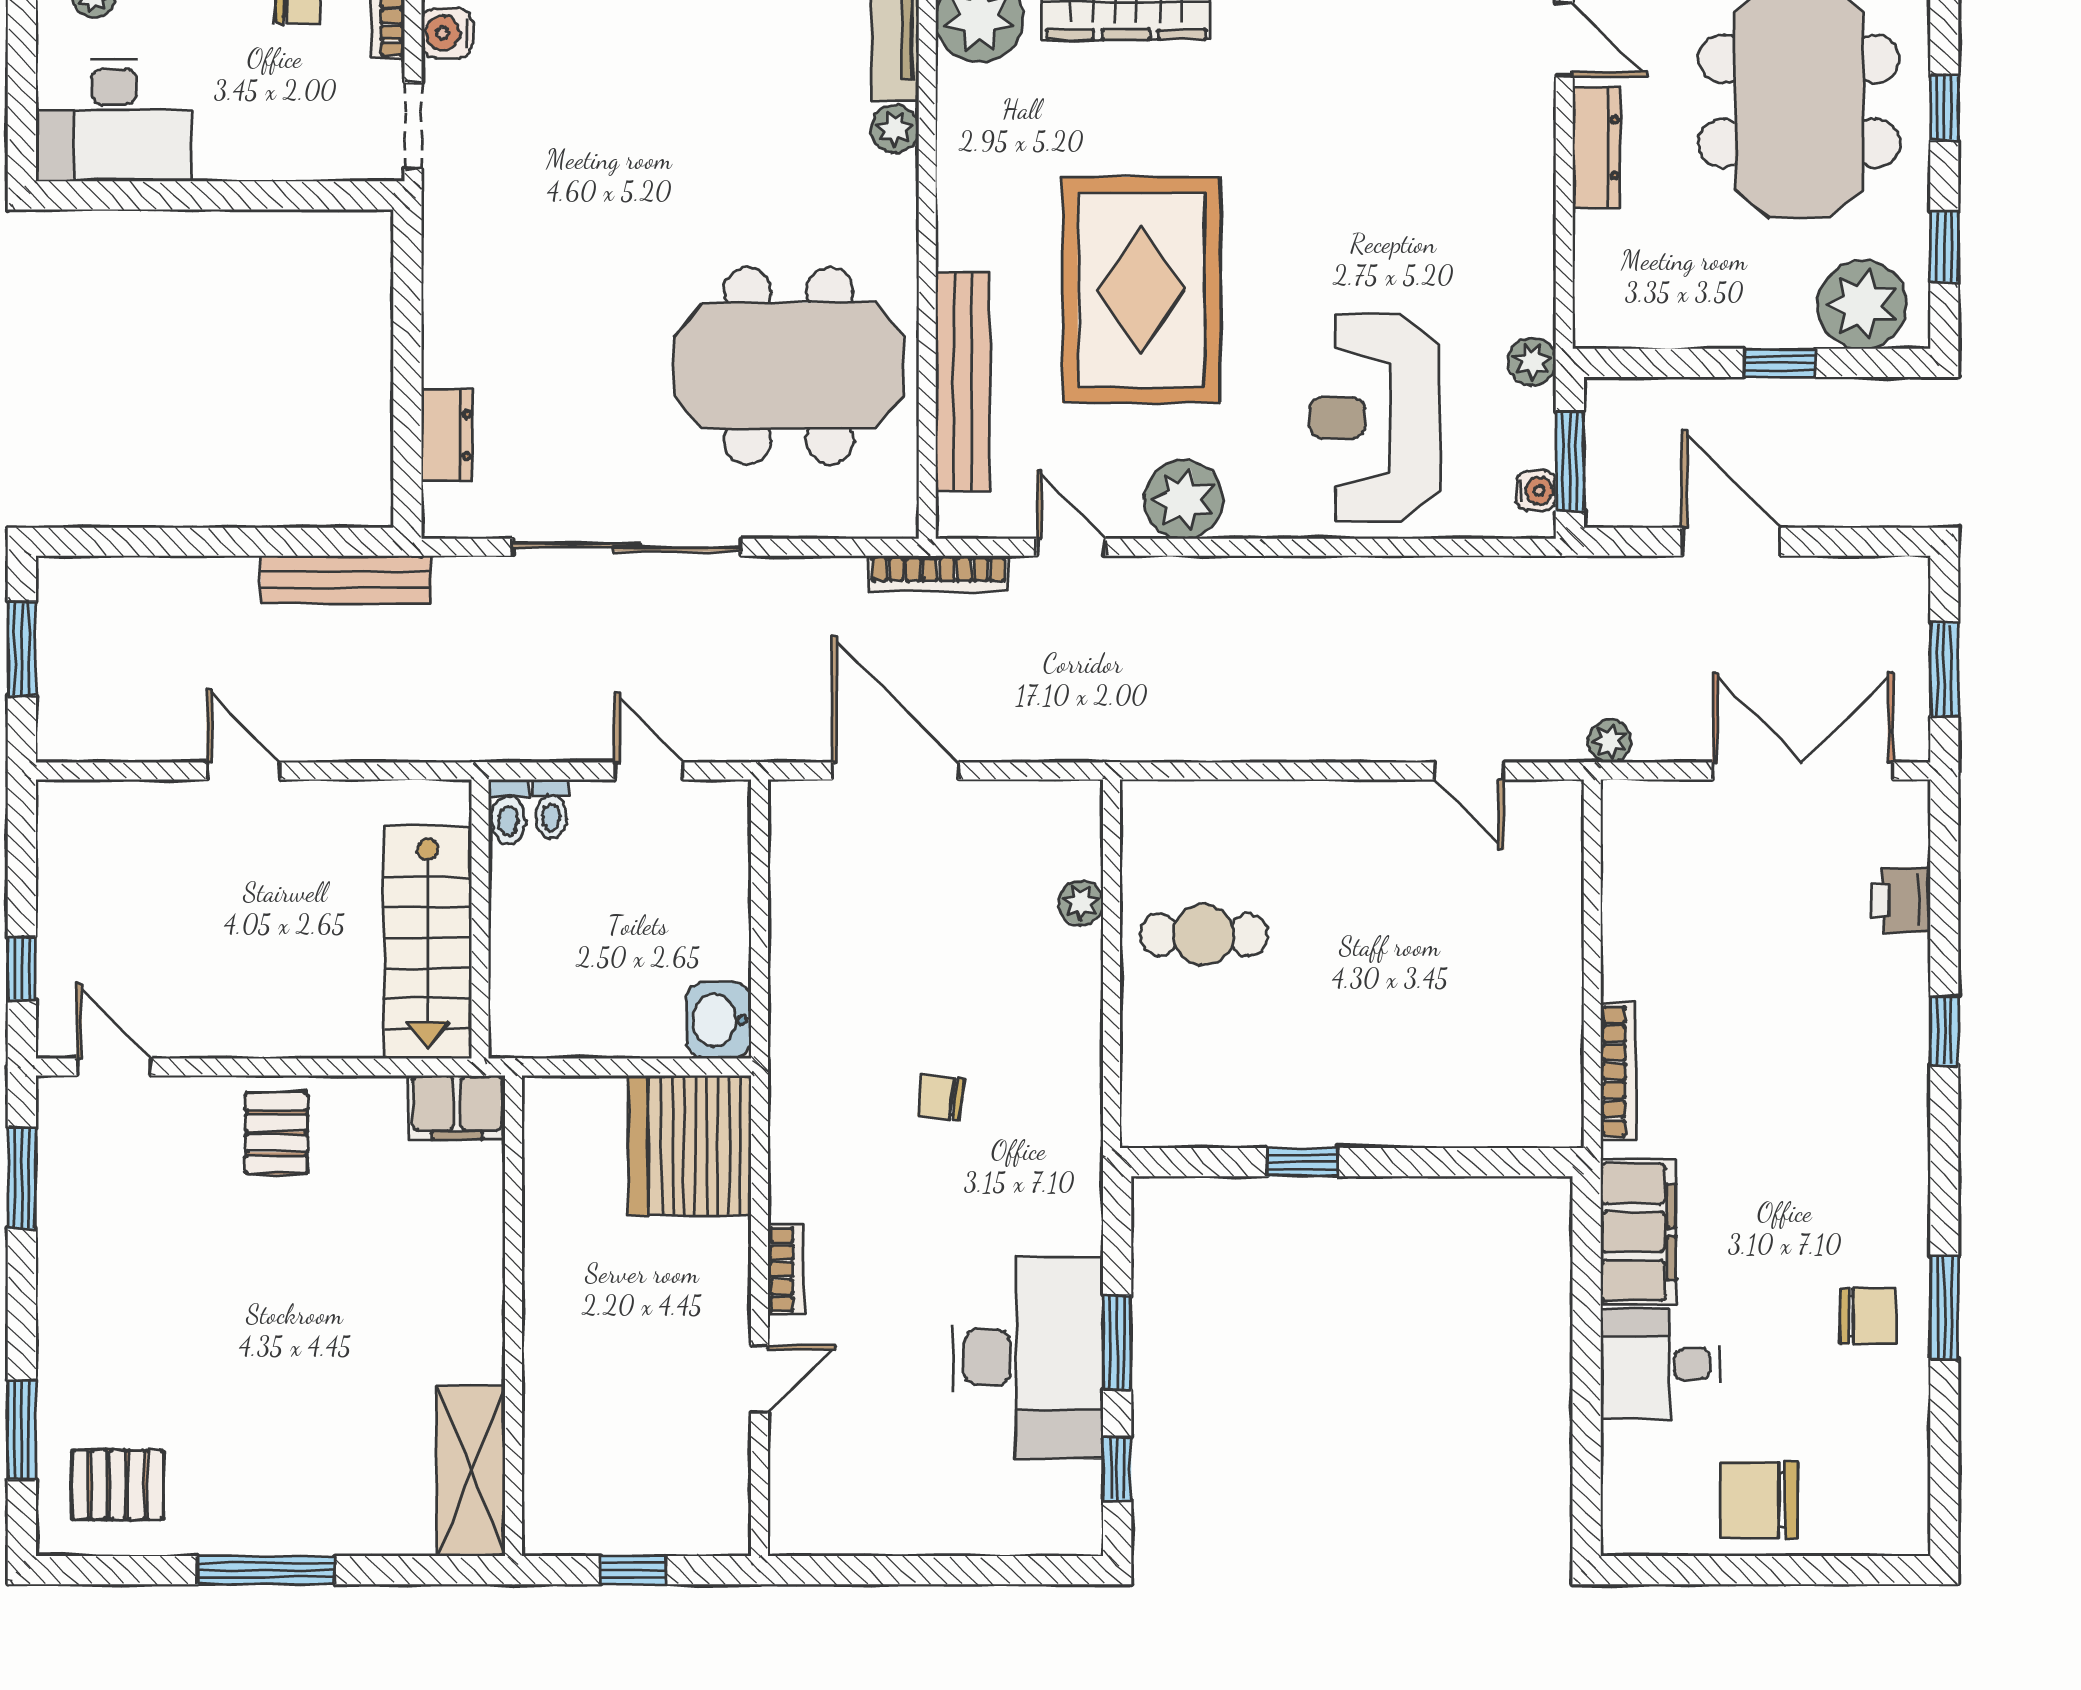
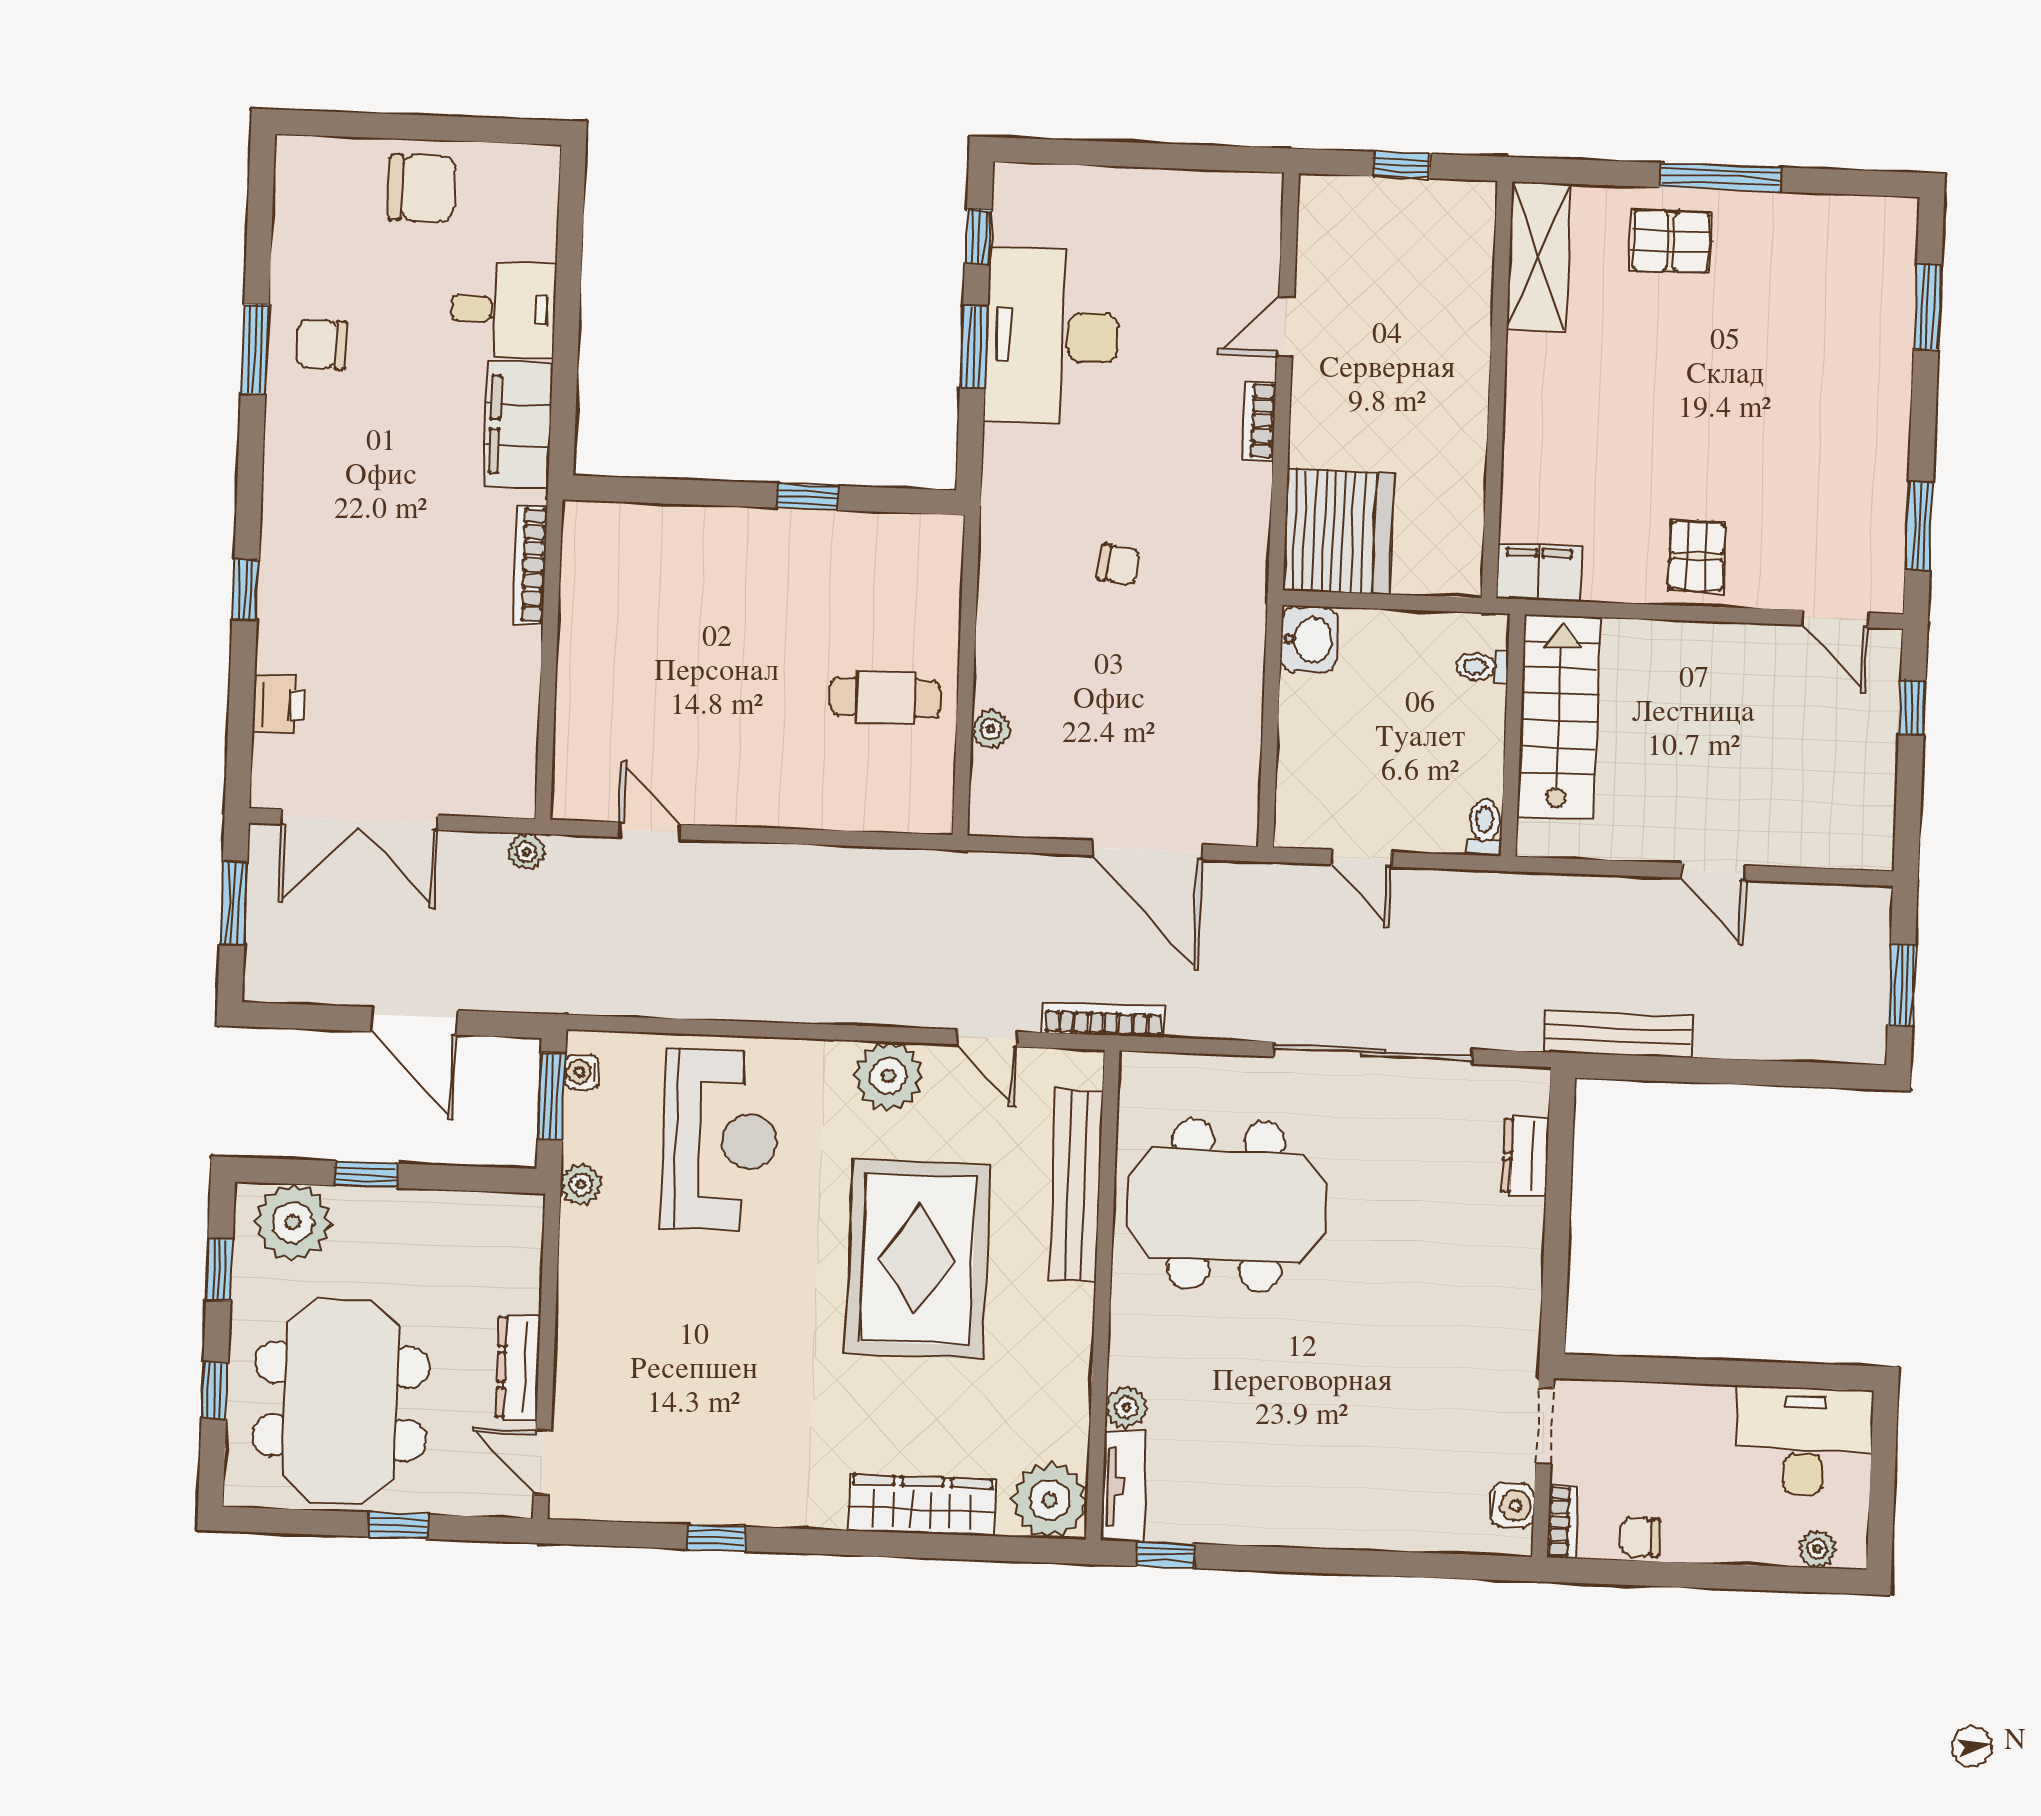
toilet: (551, 809) -> (1482, 667), moved, turned -90
pallet: (118, 1485) -> (1671, 241), moved

